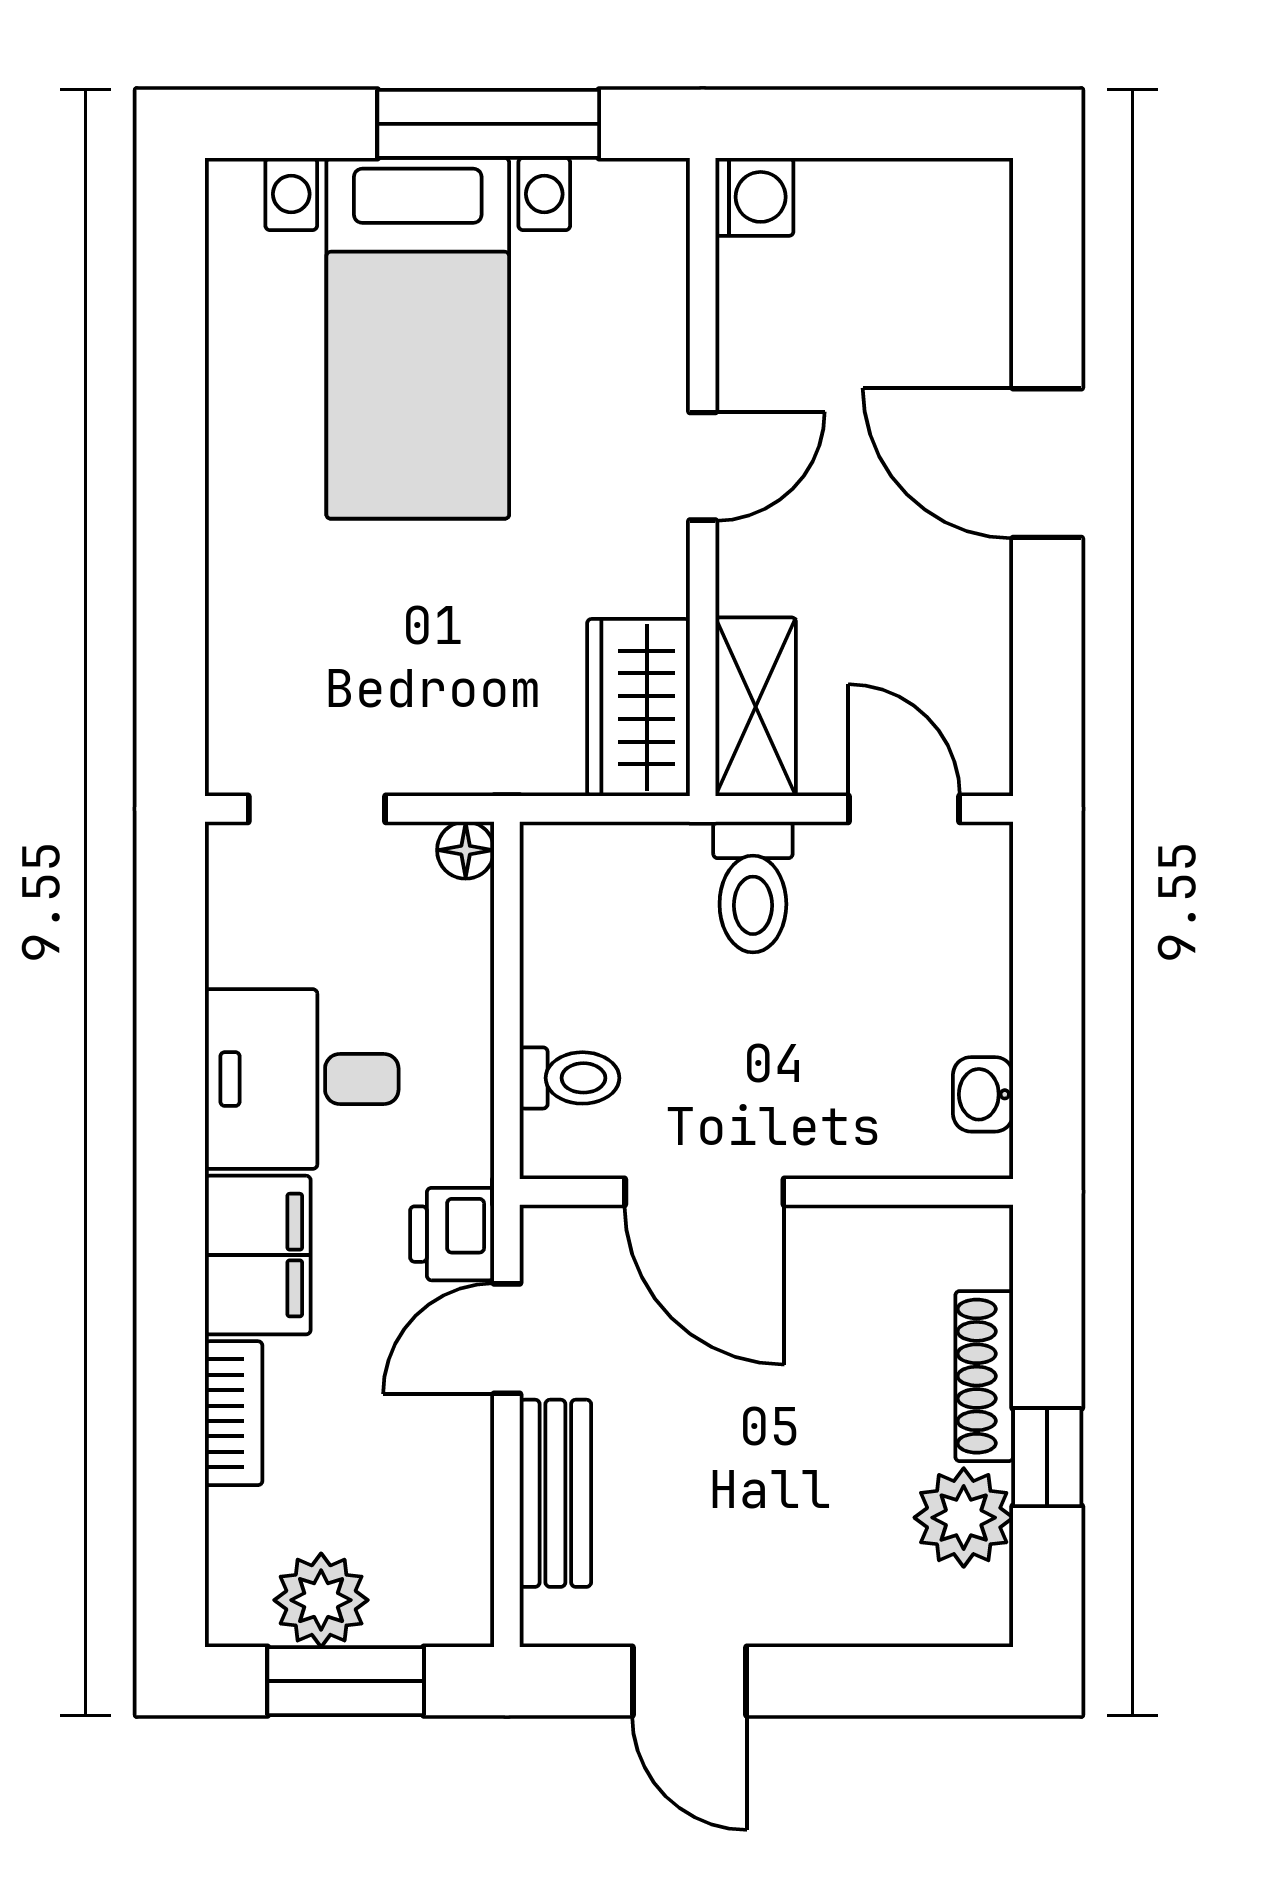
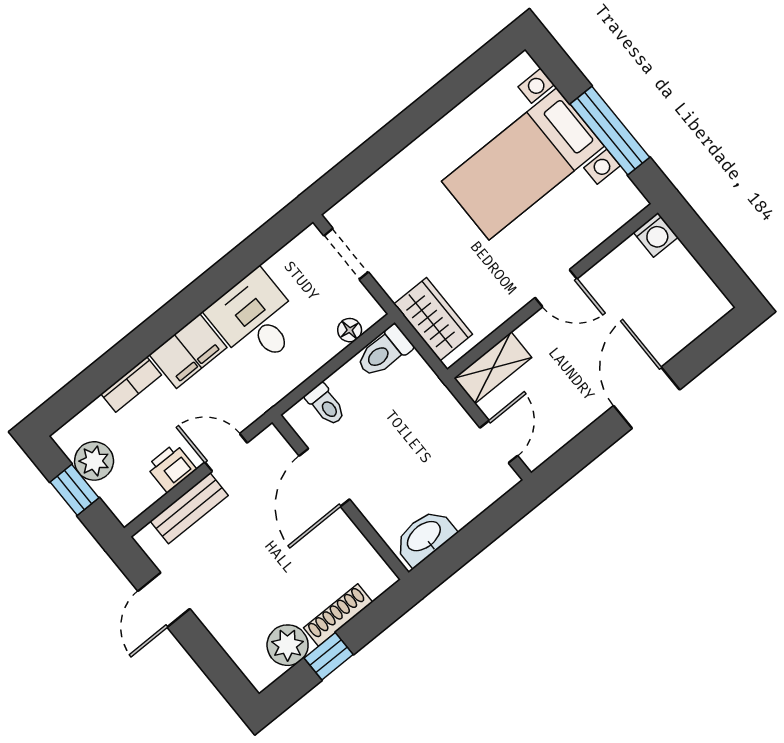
wardrobe: (638, 708) -> (433, 319), moved, turned 90
floor lamp: (466, 850) -> (350, 330), moved
toilet: (753, 887) -> (384, 352), moved
washbasin: (983, 1094) -> (424, 537), width x1.91, depth x1.45
printer: (452, 1234) -> (171, 468), moved
window: (346, 1681) -> (75, 490), width x0.67

